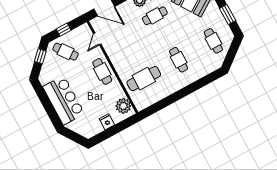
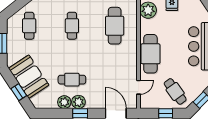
cafe table: (102, 71) -> (150, 54), width x1.37, depth x1.35
cafe table: (144, 79) -> (115, 26), turned 90

